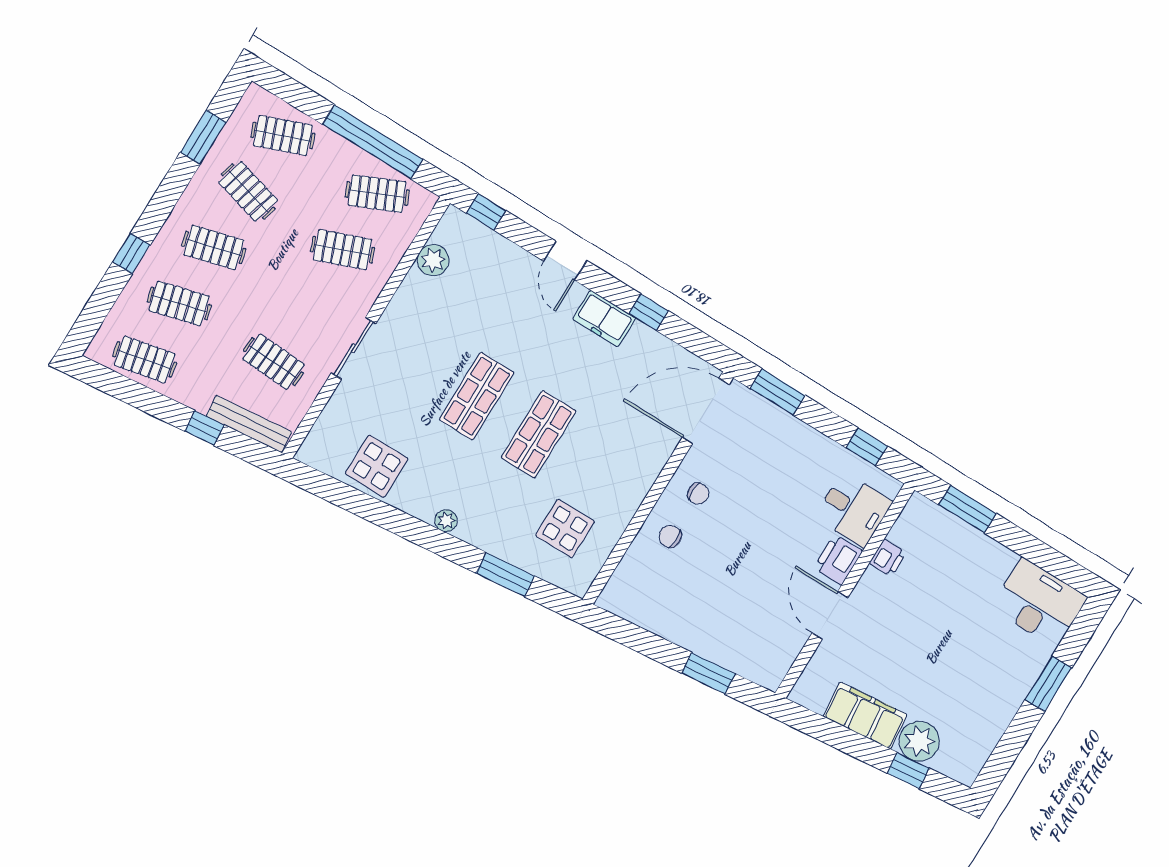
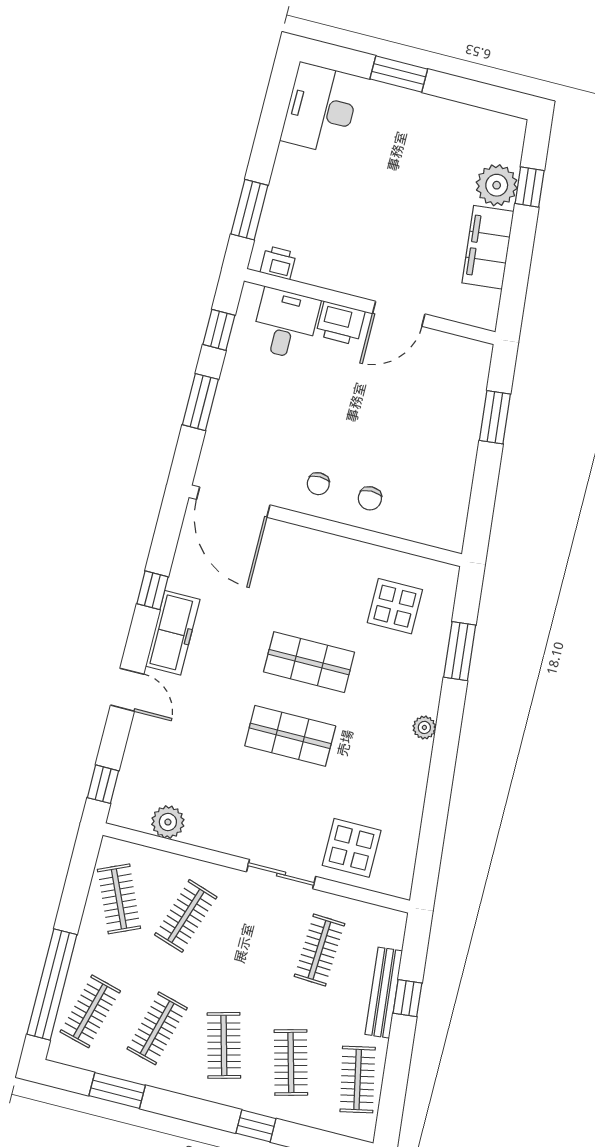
clothes rail: (283, 135) -> (90, 1011), turned 36
window: (373, 142) -> (52, 984), moved
clothes rail: (343, 250) -> (186, 916), turned 39
door: (565, 261) -> (127, 690), hinge flipped
freezer: (604, 319) -> (173, 633), width x1.40
window: (778, 392) -> (200, 402), moved
bench: (249, 424) -> (384, 993), moved
display table: (377, 466) -> (352, 848), moved
chair: (698, 494) -> (318, 484), turned 180
printer: (888, 558) -> (278, 263), moved

